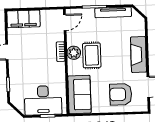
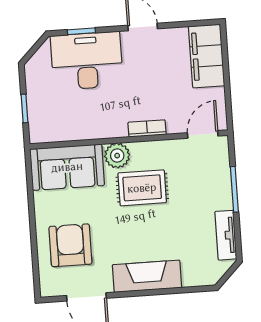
tv unit: (113, 12) -> (226, 235), width x0.71
door: (65, 22) -> (203, 134), swing flipped
plant: (74, 53) -> (117, 156), moved
desk: (43, 100) -> (87, 61), moved, turned 90

